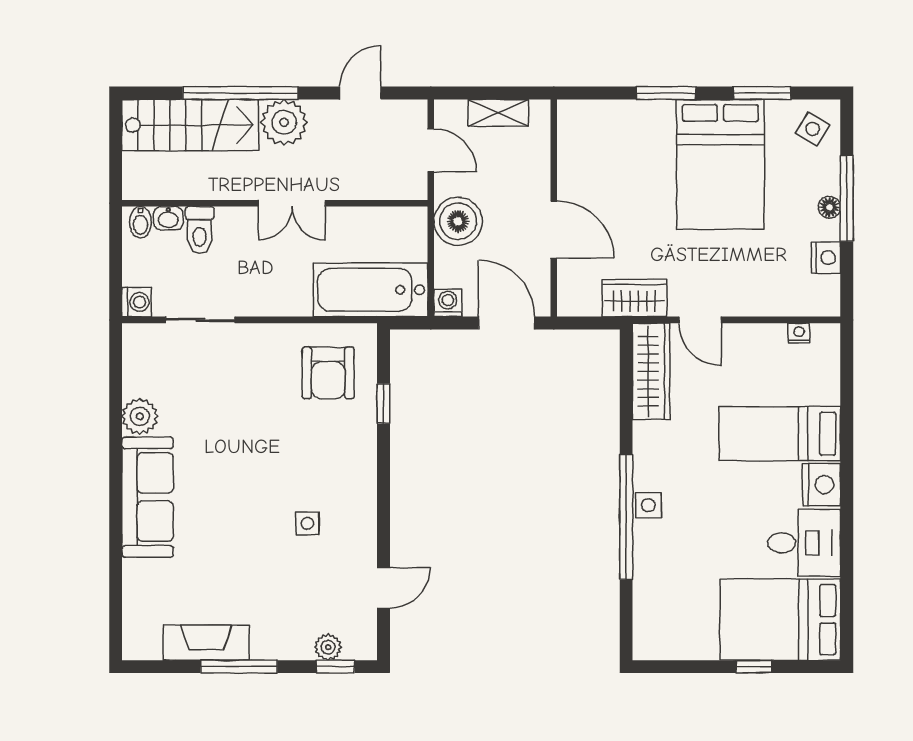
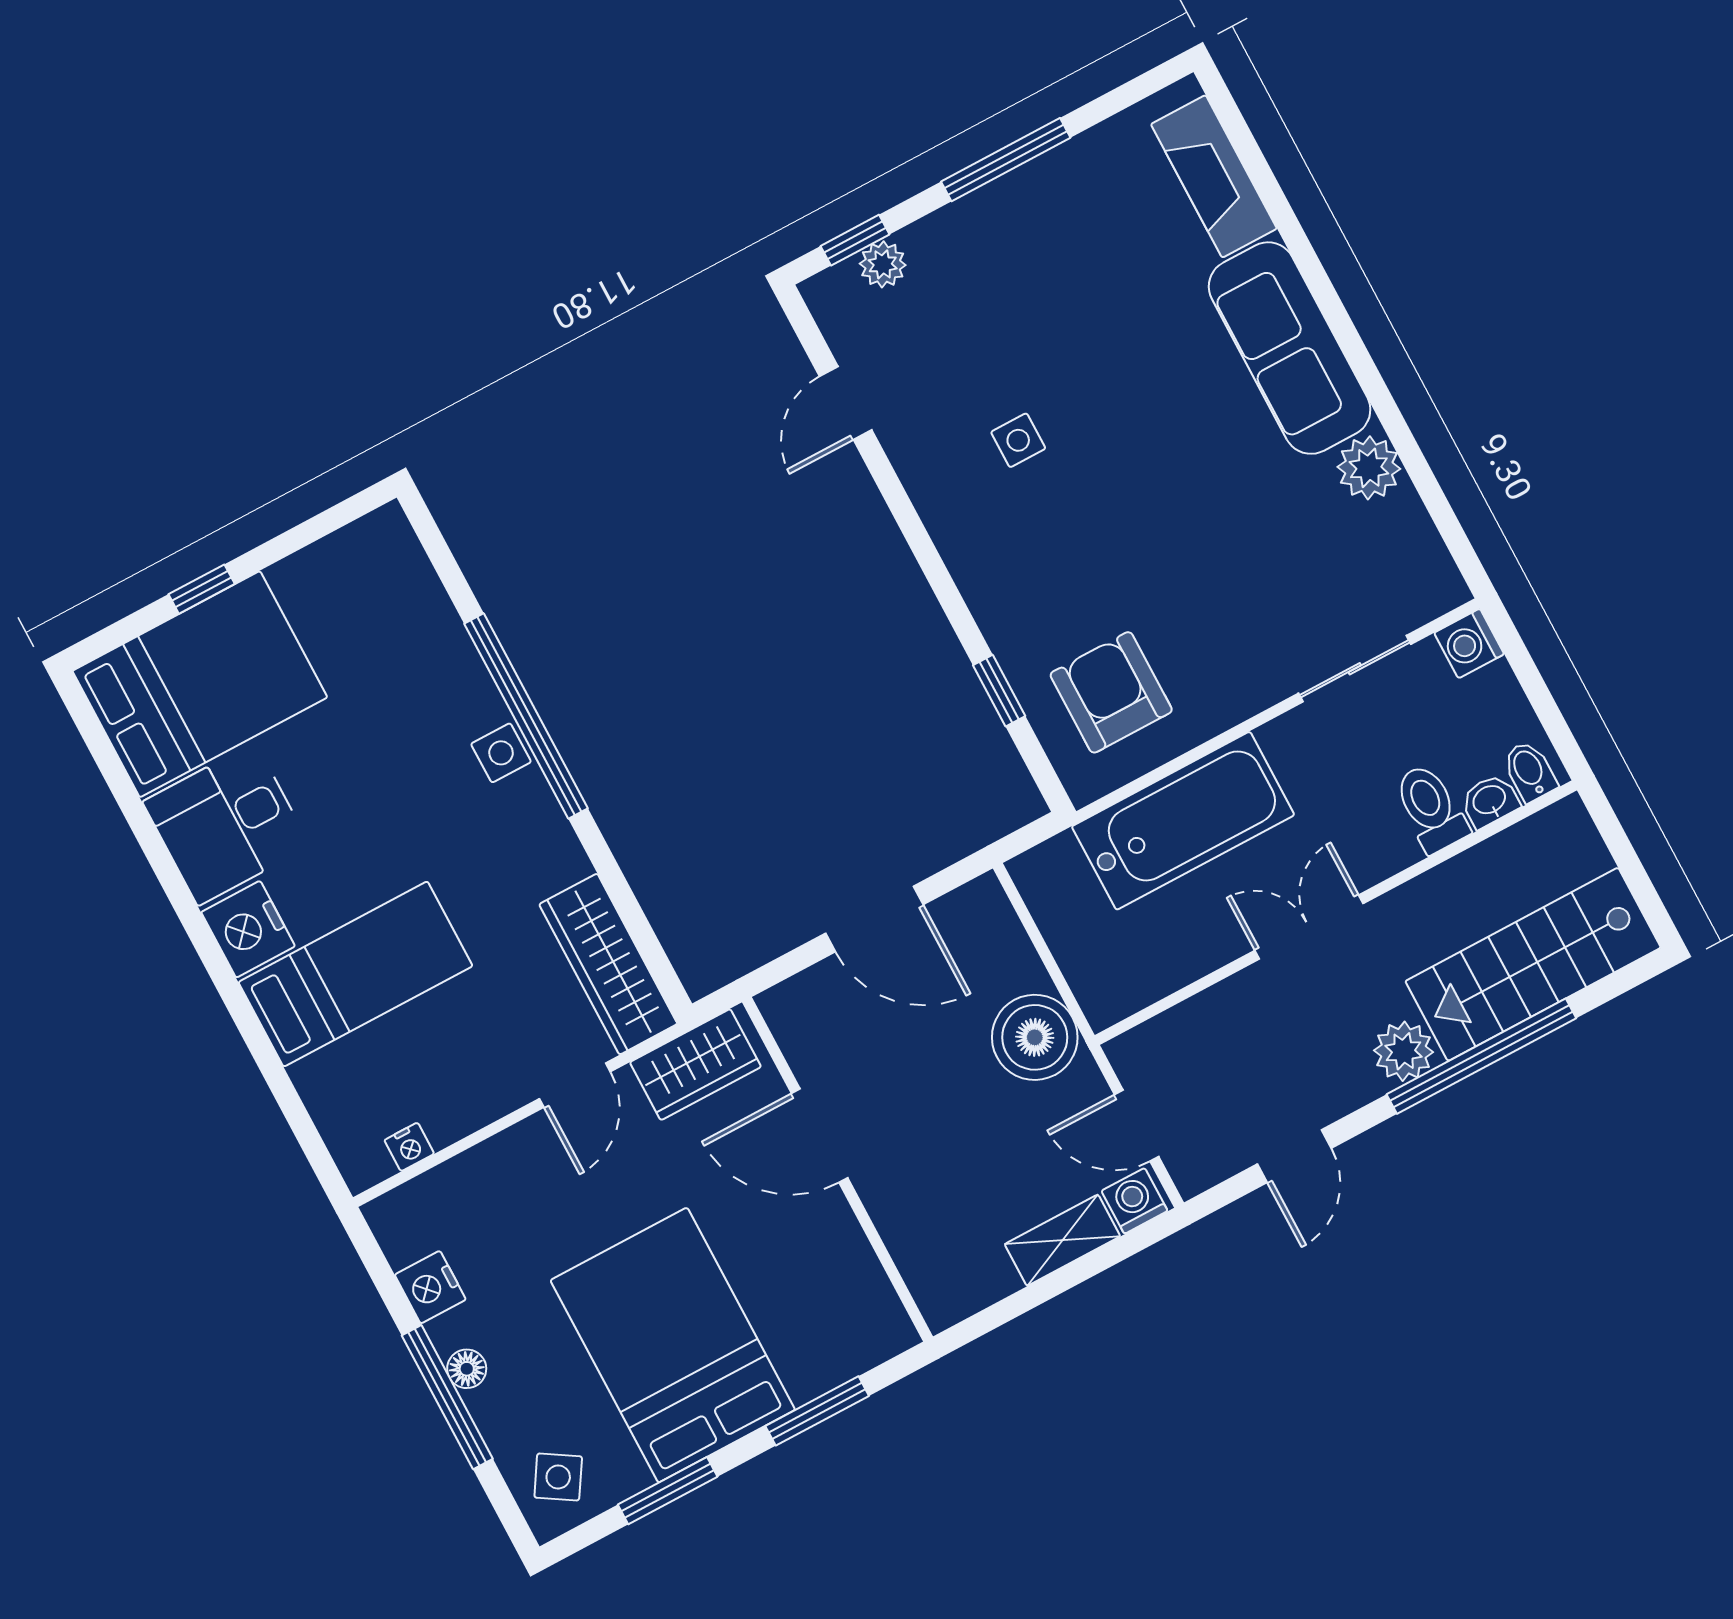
plant: (284, 122) -> (1404, 1051), width x0.73, depth x0.73
wall: (554, 208) -> (838, 1169), moved
door: (554, 230) -> (820, 1136), moved
bathtub: (370, 290) -> (1183, 821), moved
washing machine: (448, 303) -> (1135, 1201), moved, turned 180
door: (700, 320) -> (575, 1085), swing flipped
fireplace: (206, 643) -> (1214, 176), moved, turned 90

